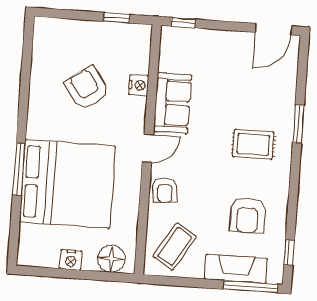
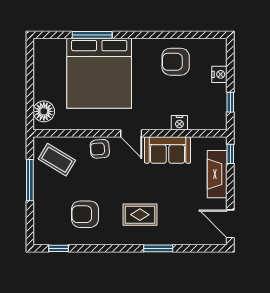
armchair: (87, 88) -> (176, 62), moved, turned -144
rug: (253, 144) -> (140, 215), turned 90
window: (19, 169) -> (92, 35), moved
nightstand: (71, 260) -> (219, 74), moved, turned 180
fireplace: (236, 269) -> (217, 174), moved, turned 180
window: (251, 287) -> (30, 180), moved

